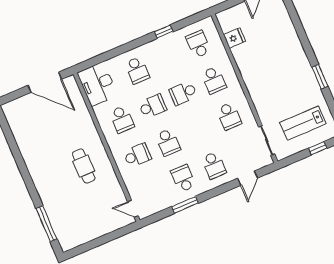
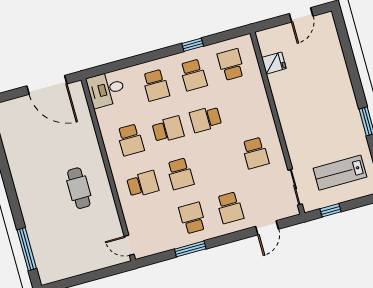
school desk: (214, 80) -> (193, 75), moved
desk: (97, 84) -> (106, 89), width x0.73
window: (318, 148) -> (331, 210), moved

